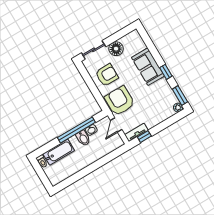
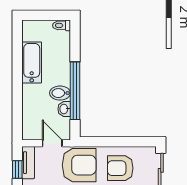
armchair: (107, 75) -> (120, 168), turned 90
bathtub: (59, 152) -> (32, 62), moved, turned 180

